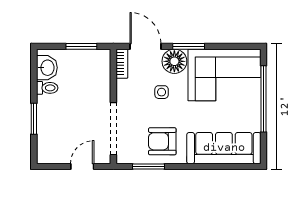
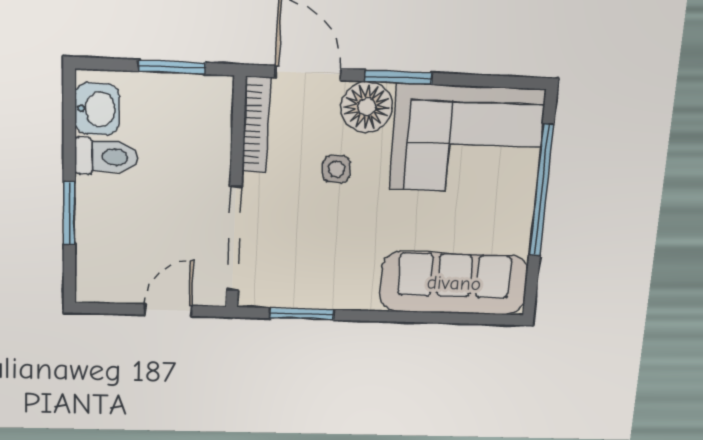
bookcase: (122, 64) -> (256, 124), width x1.56
toilet: (47, 88) -> (106, 157), width x1.37, depth x1.39
armchair: (162, 141) -> (332, 266), removed

